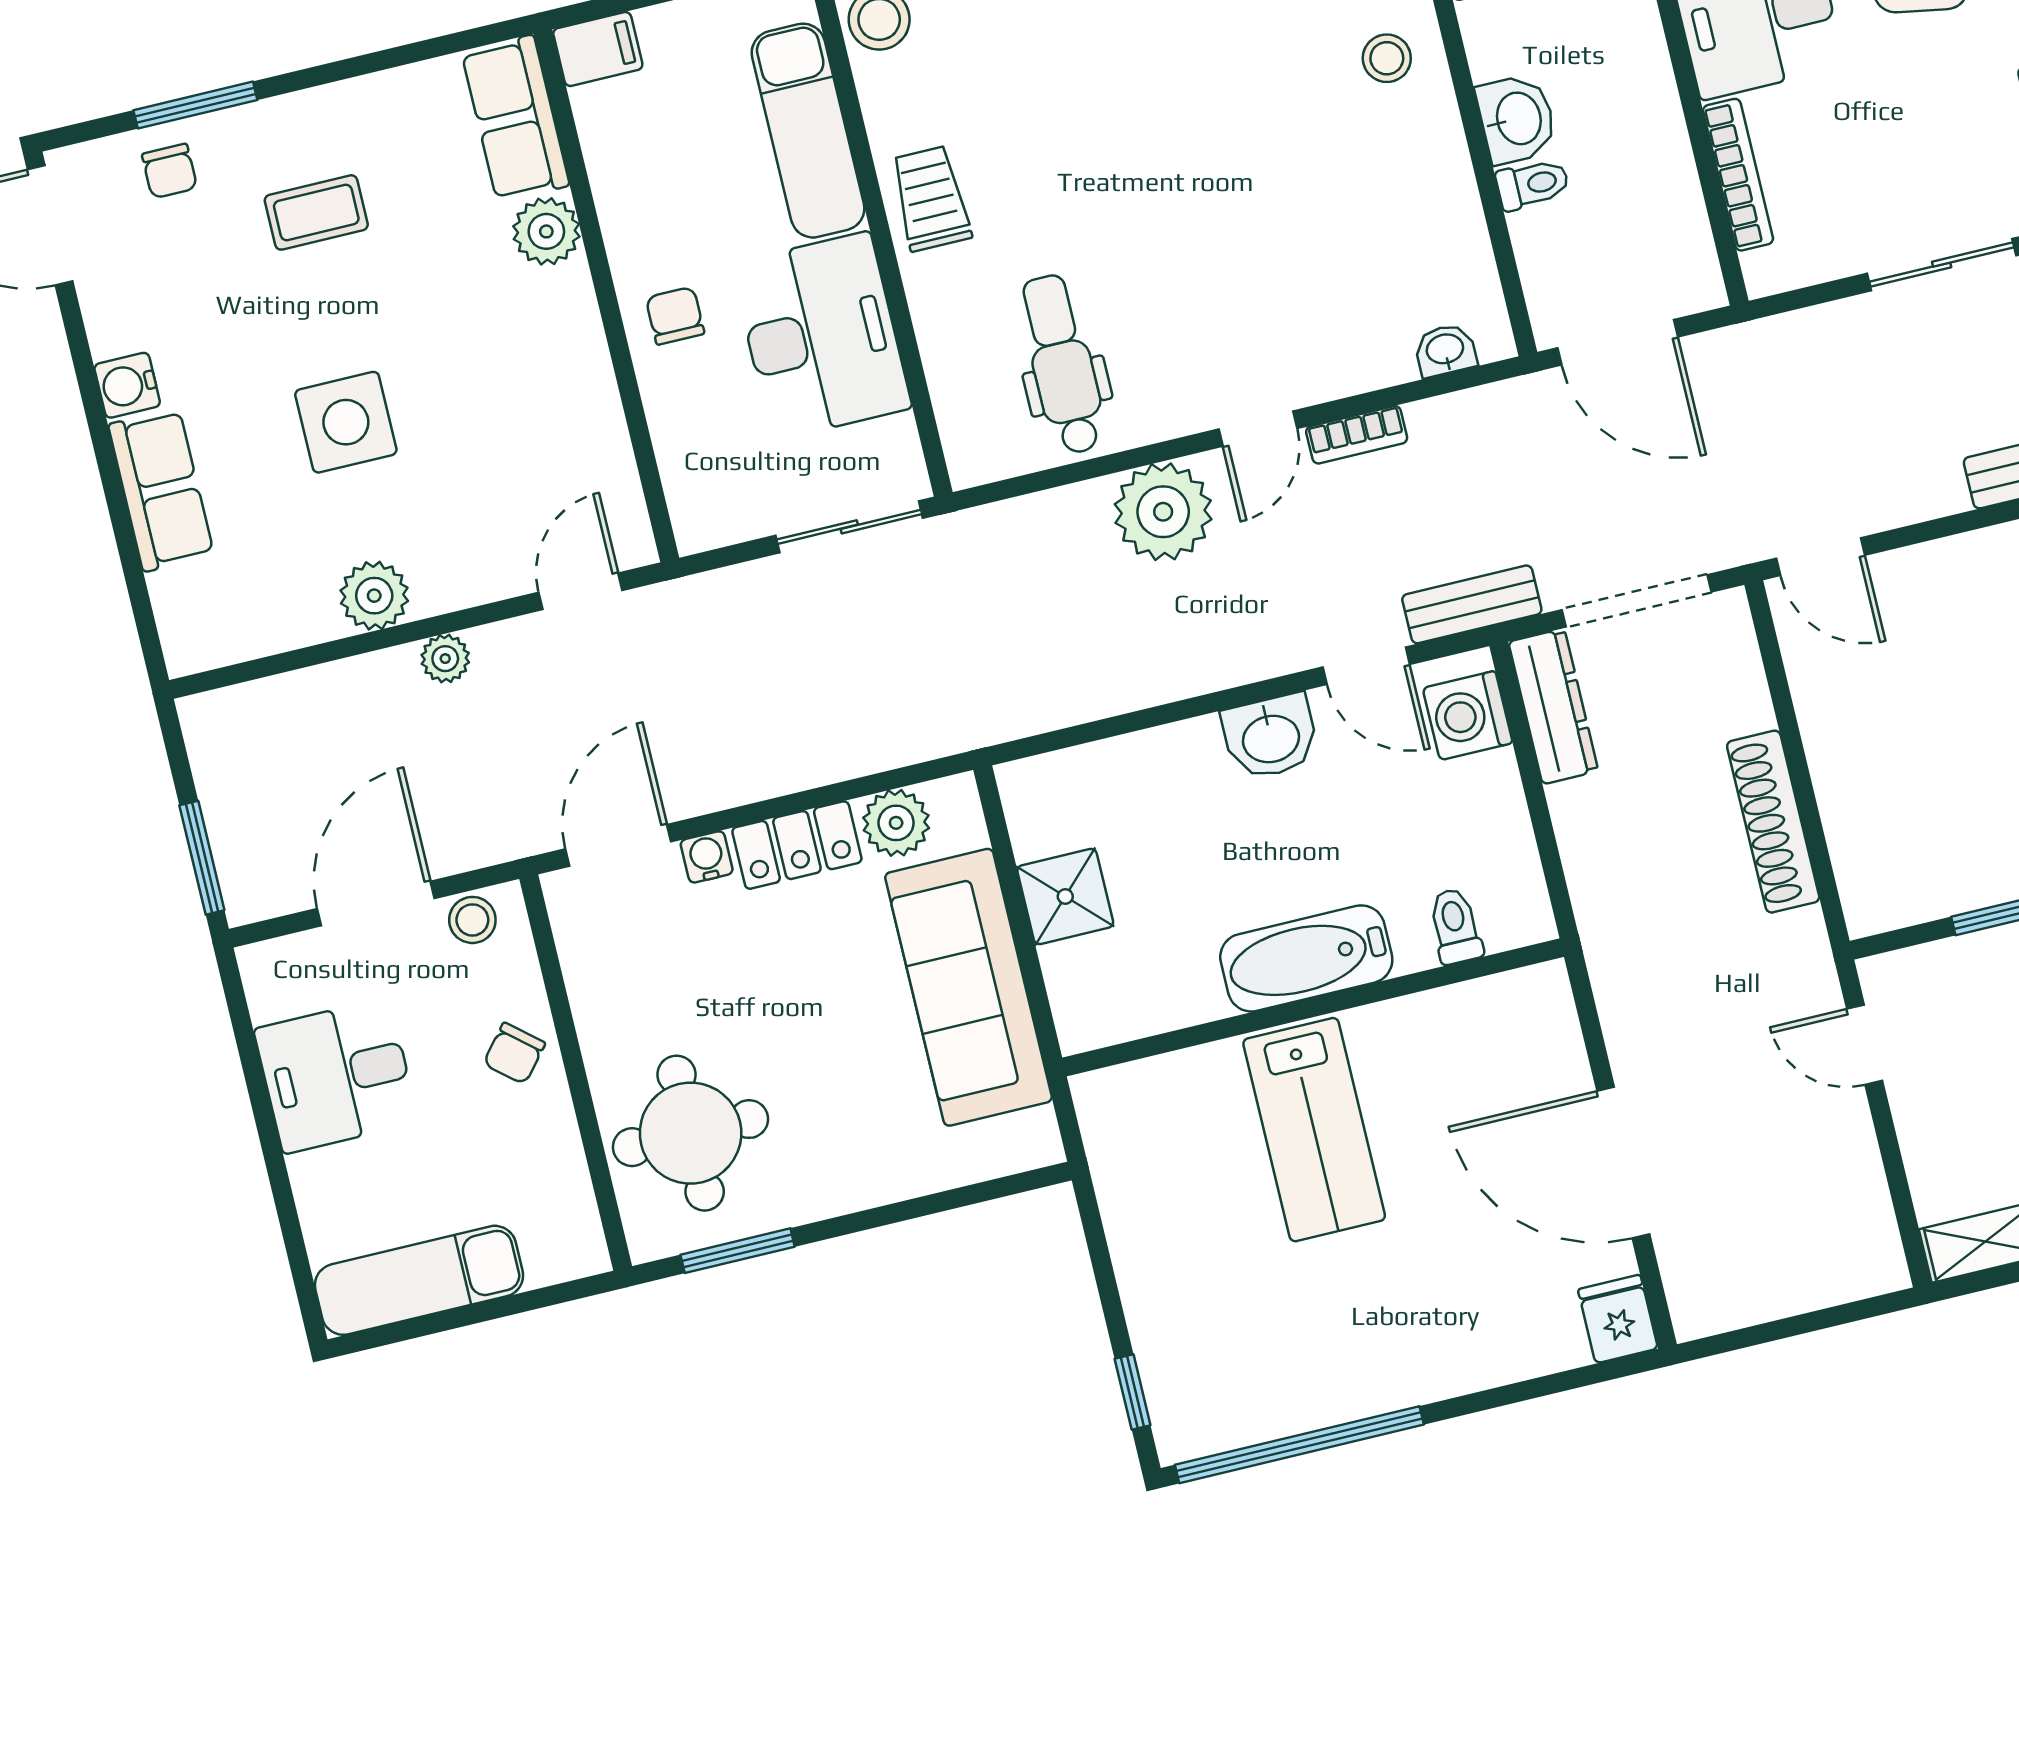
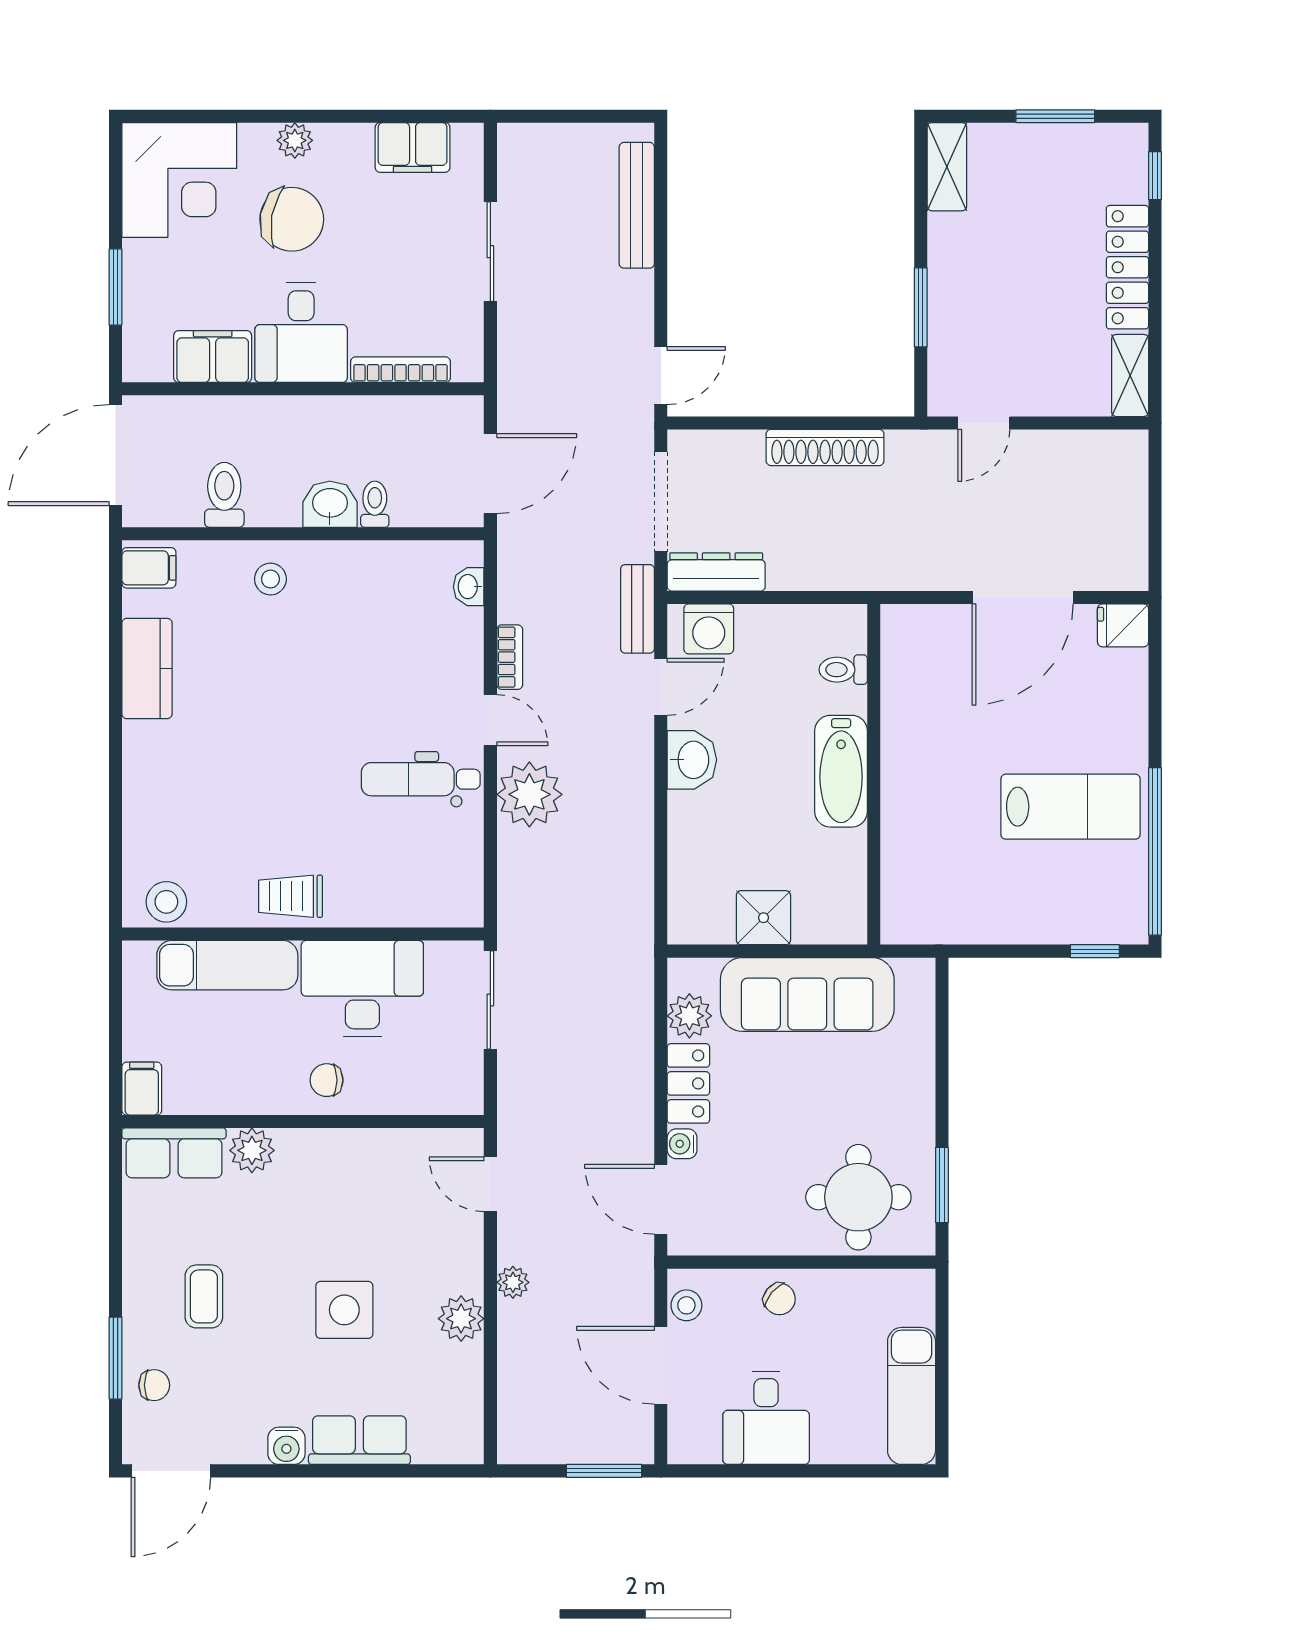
dental chair: (1062, 364) -> (421, 779), moved
lab bench: (1314, 1130) -> (1071, 807), moved

